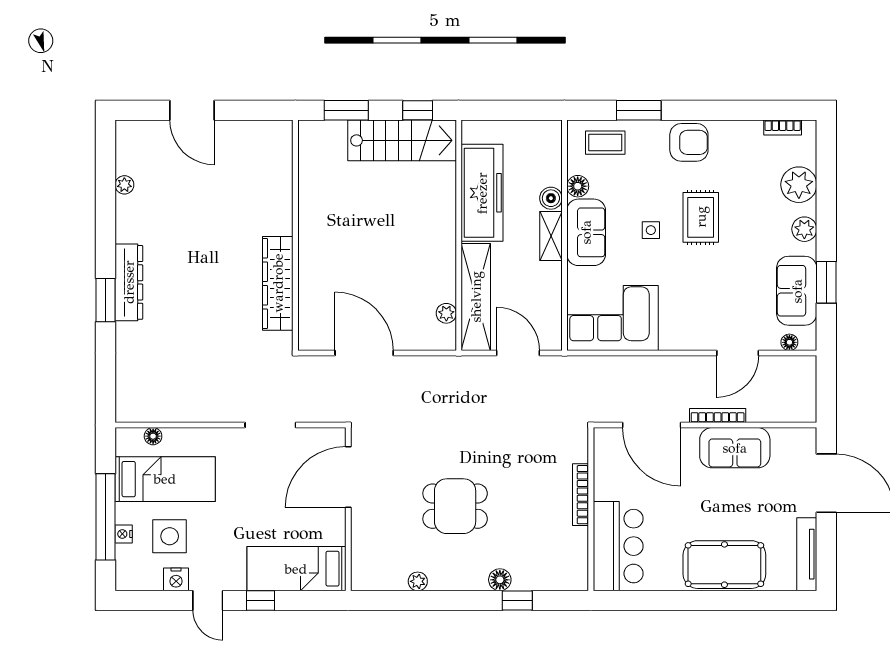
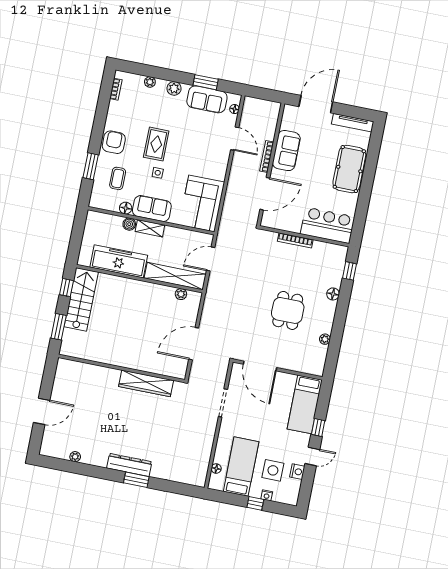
coffee table: (605, 143) -> (118, 178), moved
plant: (799, 185) -> (150, 82), width x0.53, depth x0.53
rug: (701, 217) -> (156, 144), turned 90
window: (106, 517) -> (255, 503), width x0.32
window: (517, 600) -> (349, 271), moved

